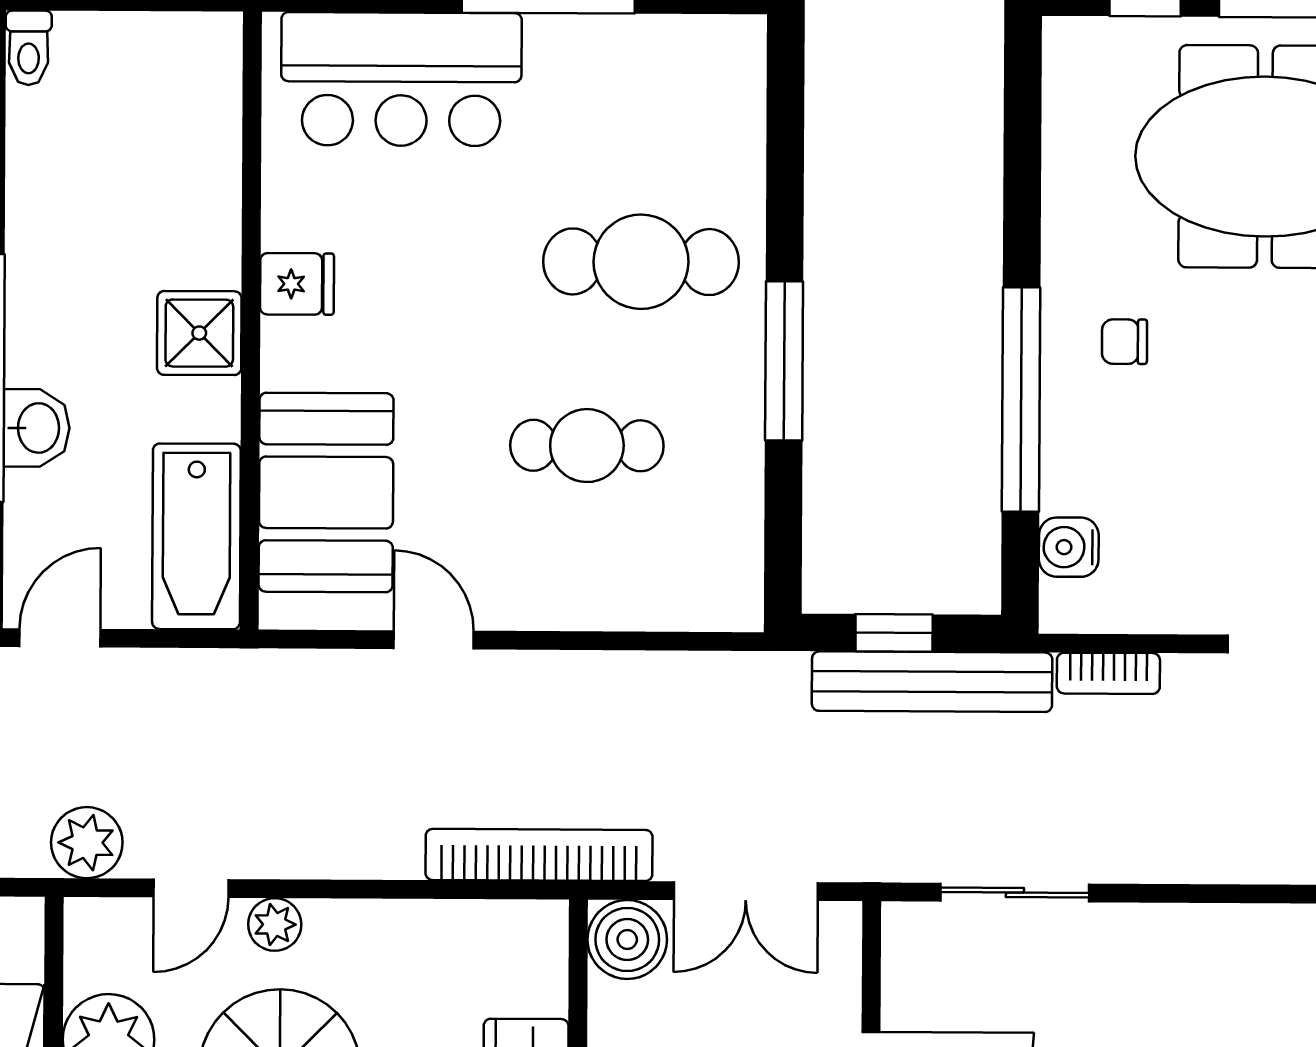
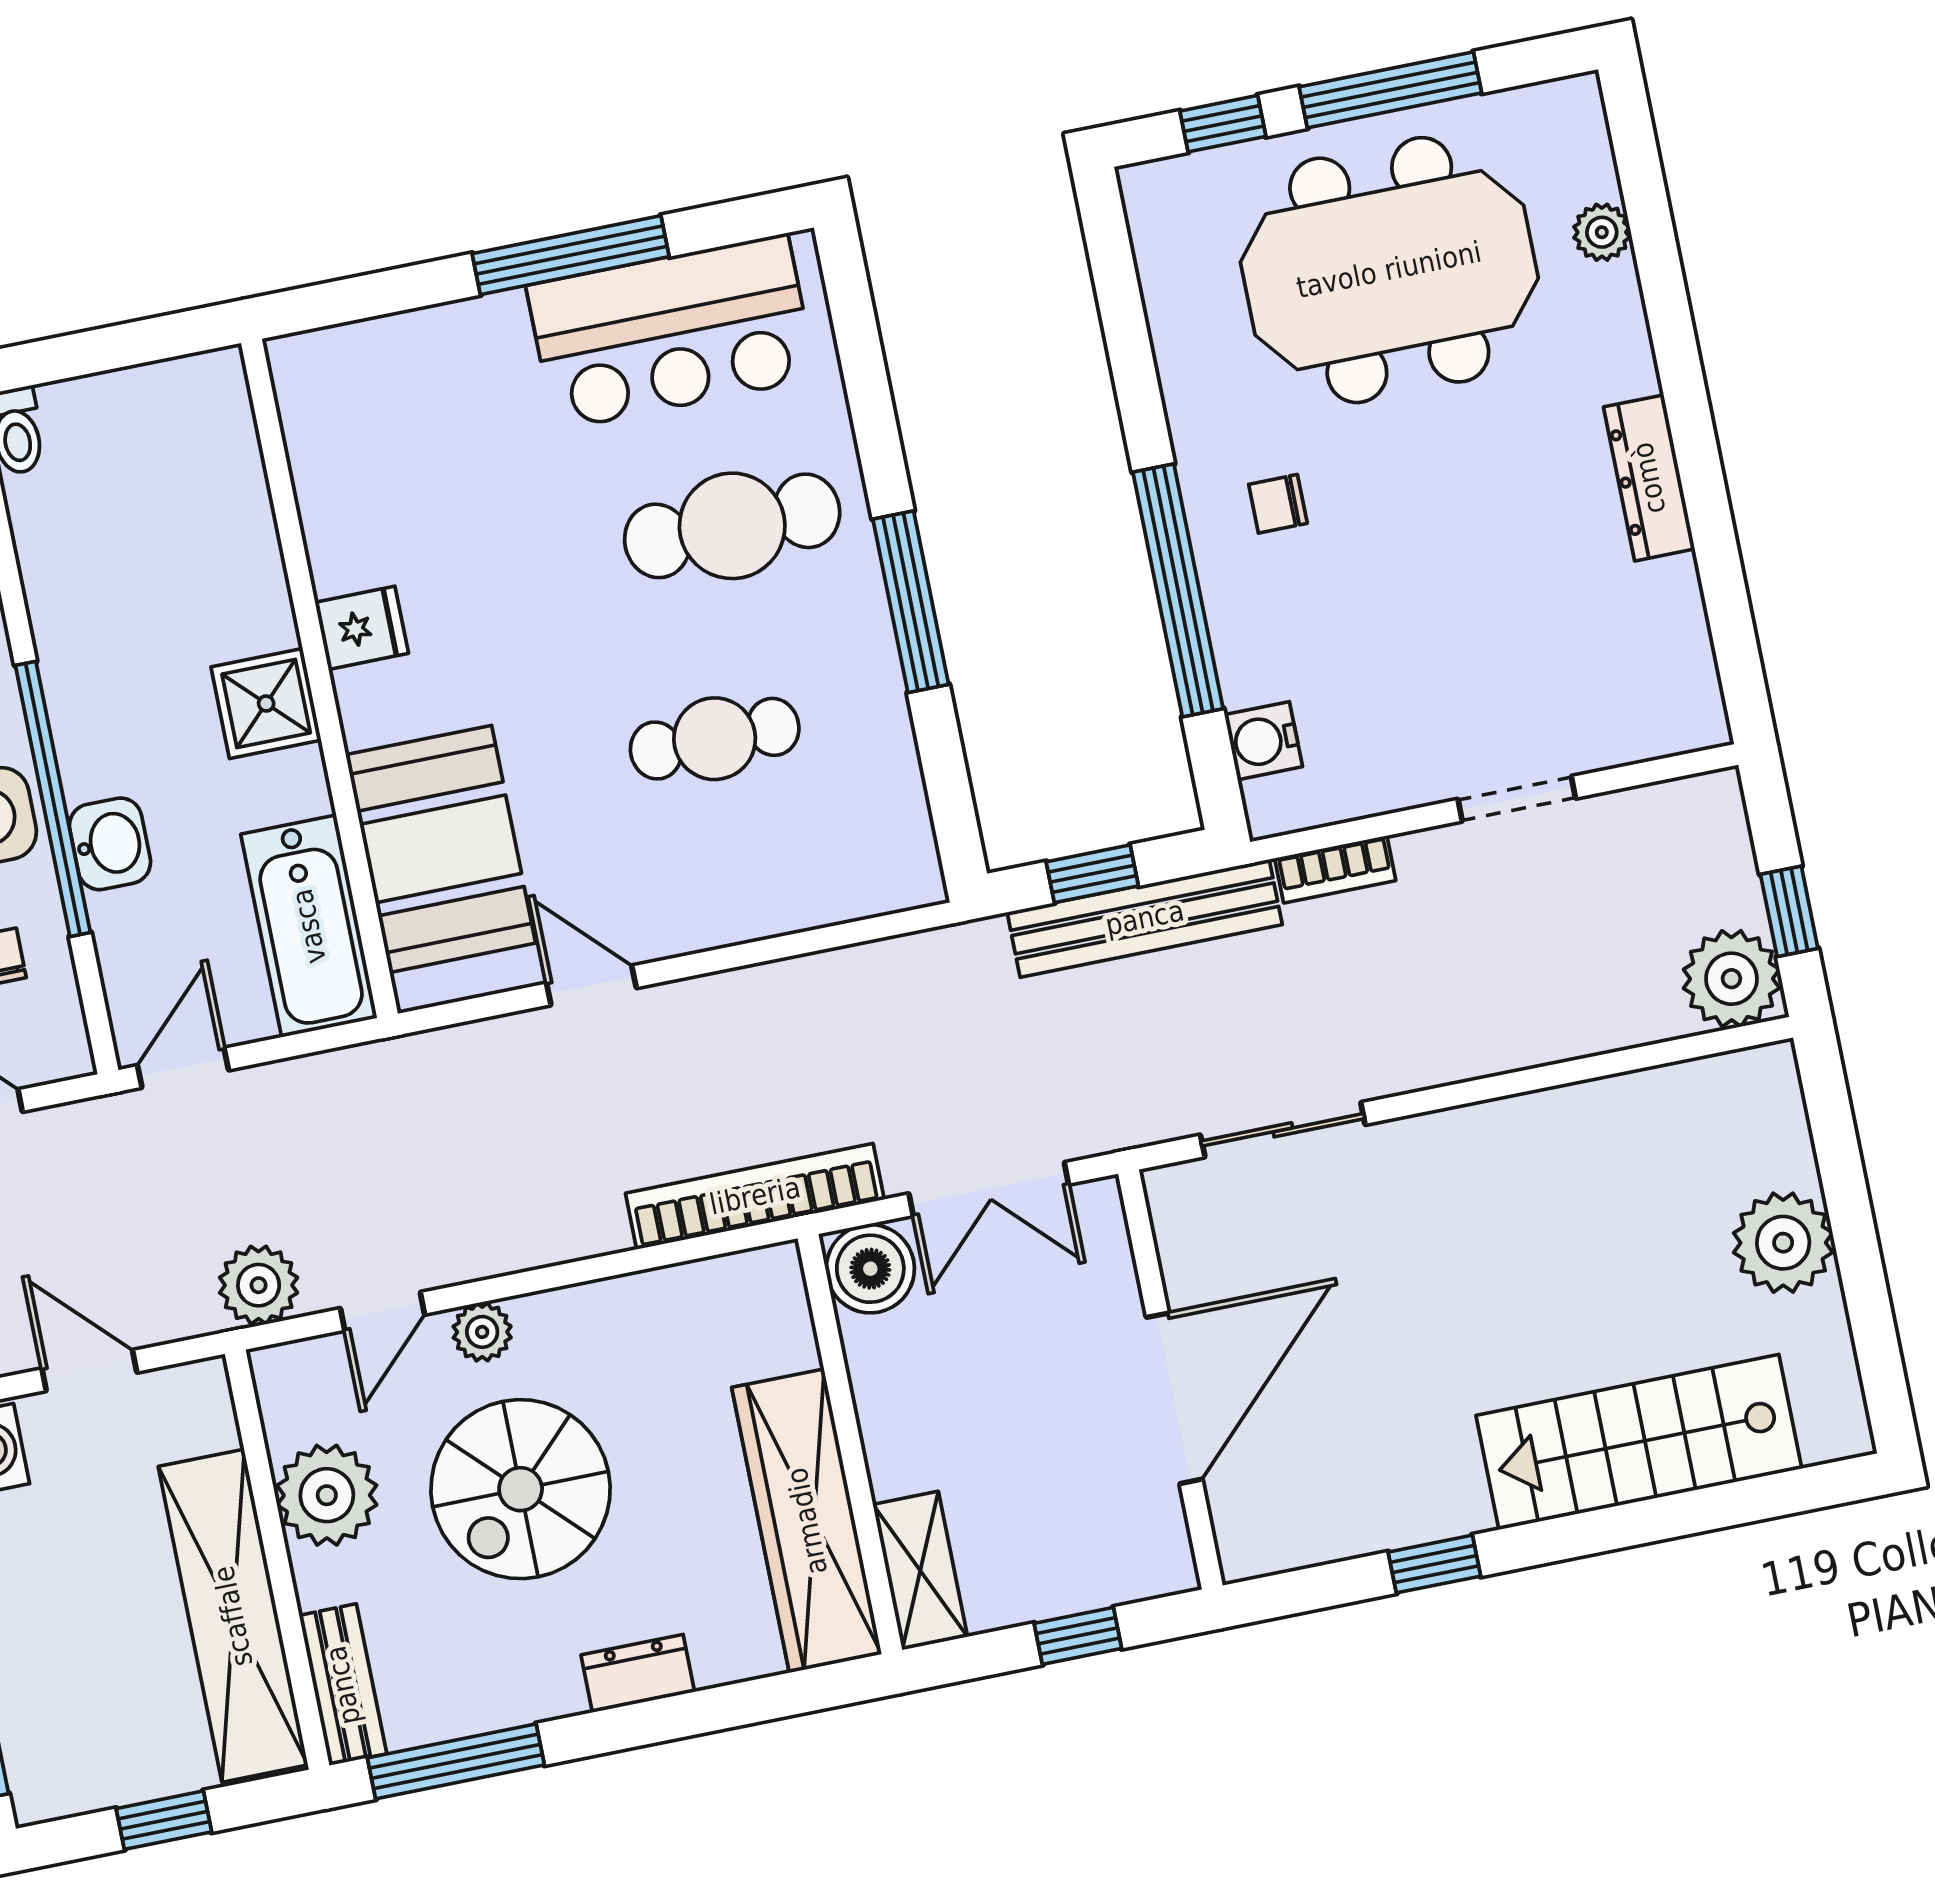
bar counter: (401, 79) -> (671, 332), moved

